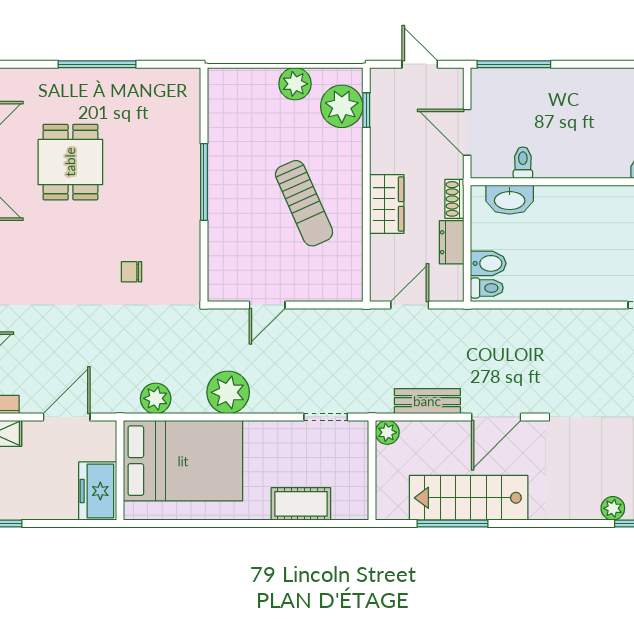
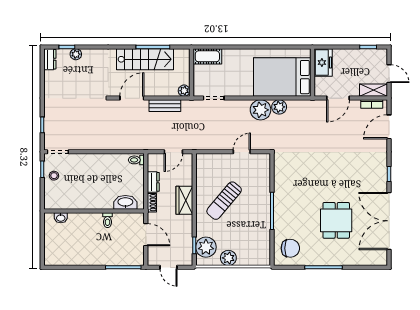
toilet: (523, 163) -> (108, 220), moved
sun lounger: (304, 203) -> (224, 201), turned -116
bidet: (488, 263) -> (136, 172), removed
chair: (132, 272) -> (290, 248), moved, width x1.87, depth x1.87
plant: (156, 398) -> (279, 107), moved
cot: (301, 504) -> (207, 56), moved

